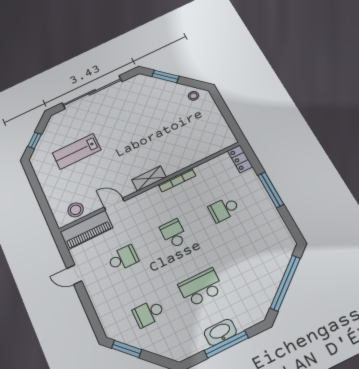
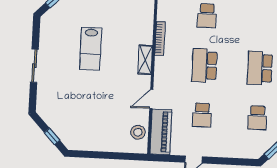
sliding door: (92, 92) -> (34, 66), width x0.54
lab bench: (77, 151) -> (91, 49), moved
school desk: (174, 234) -> (204, 65), width x1.85
school desk: (123, 258) -> (202, 115), turned 180

